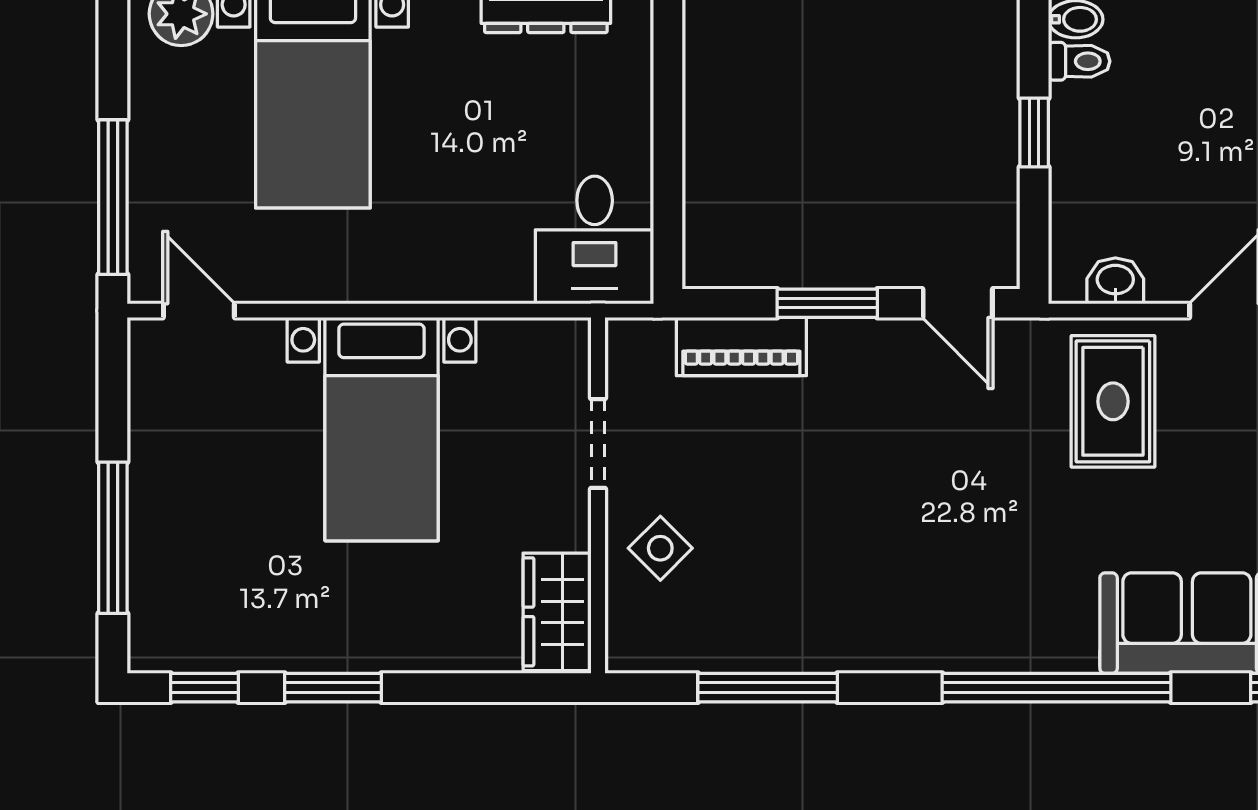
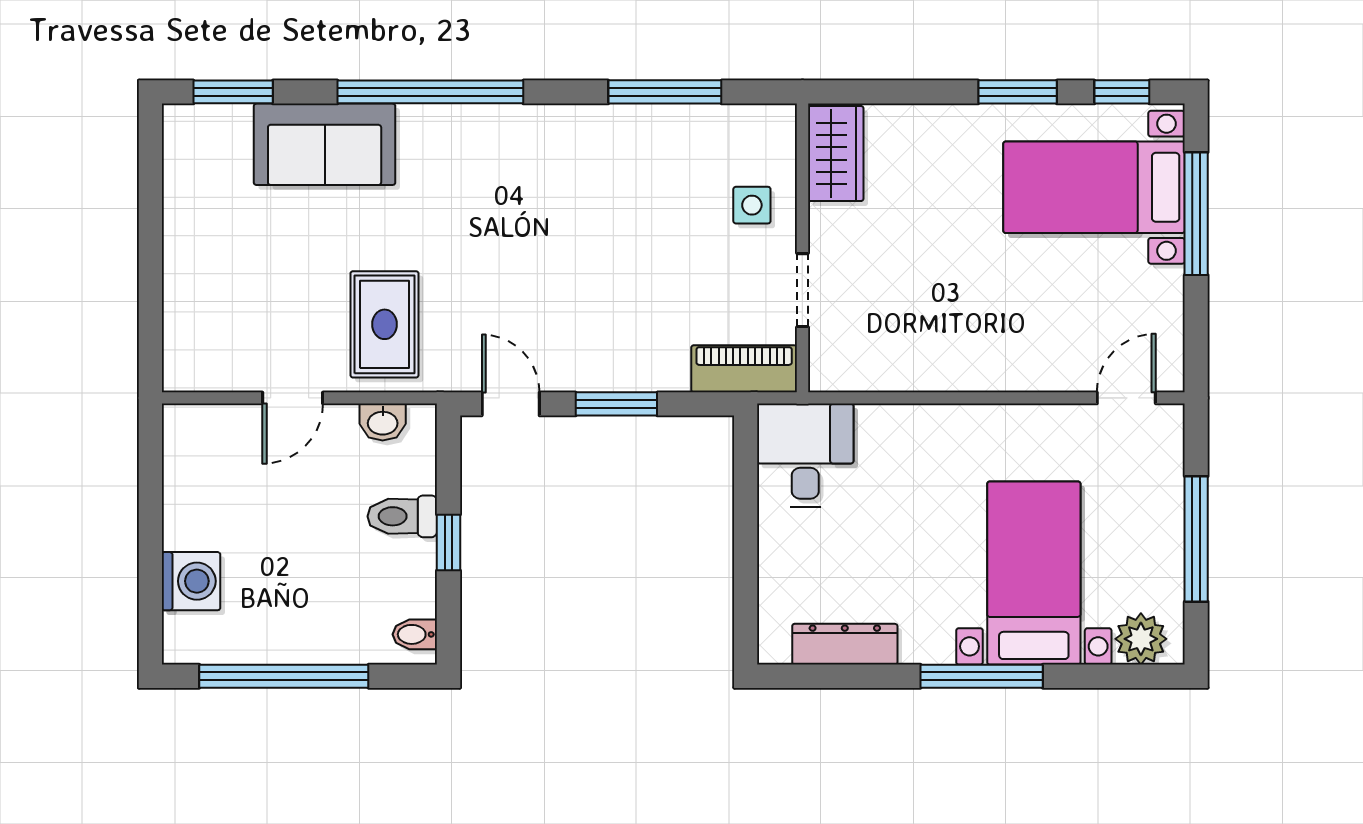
toilet: (1079, 61) -> (402, 516), moved, width x1.37, depth x1.39
window: (113, 197) -> (1196, 539), moved
door: (199, 311) -> (1126, 398), swing flipped
piano: (741, 347) -> (744, 369), moved
bed with nightstands: (382, 429) -> (1094, 187), moved, turned -90
side table: (660, 548) -> (752, 205), turned 45

